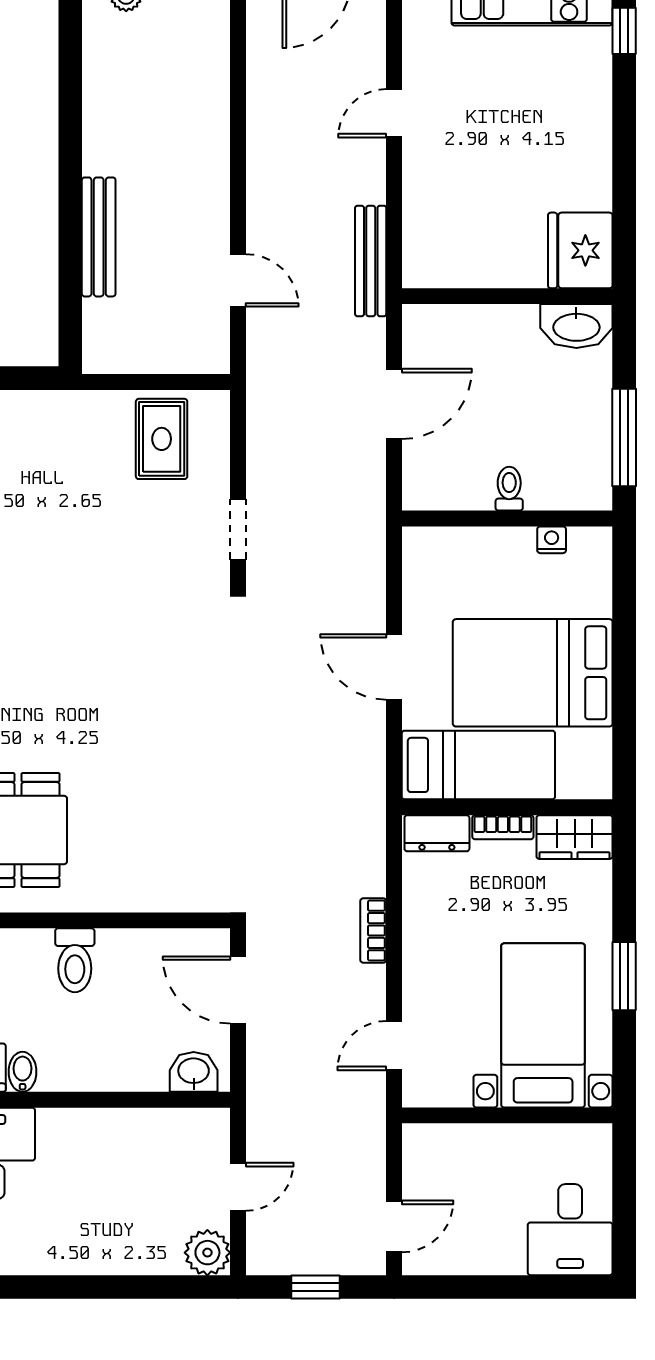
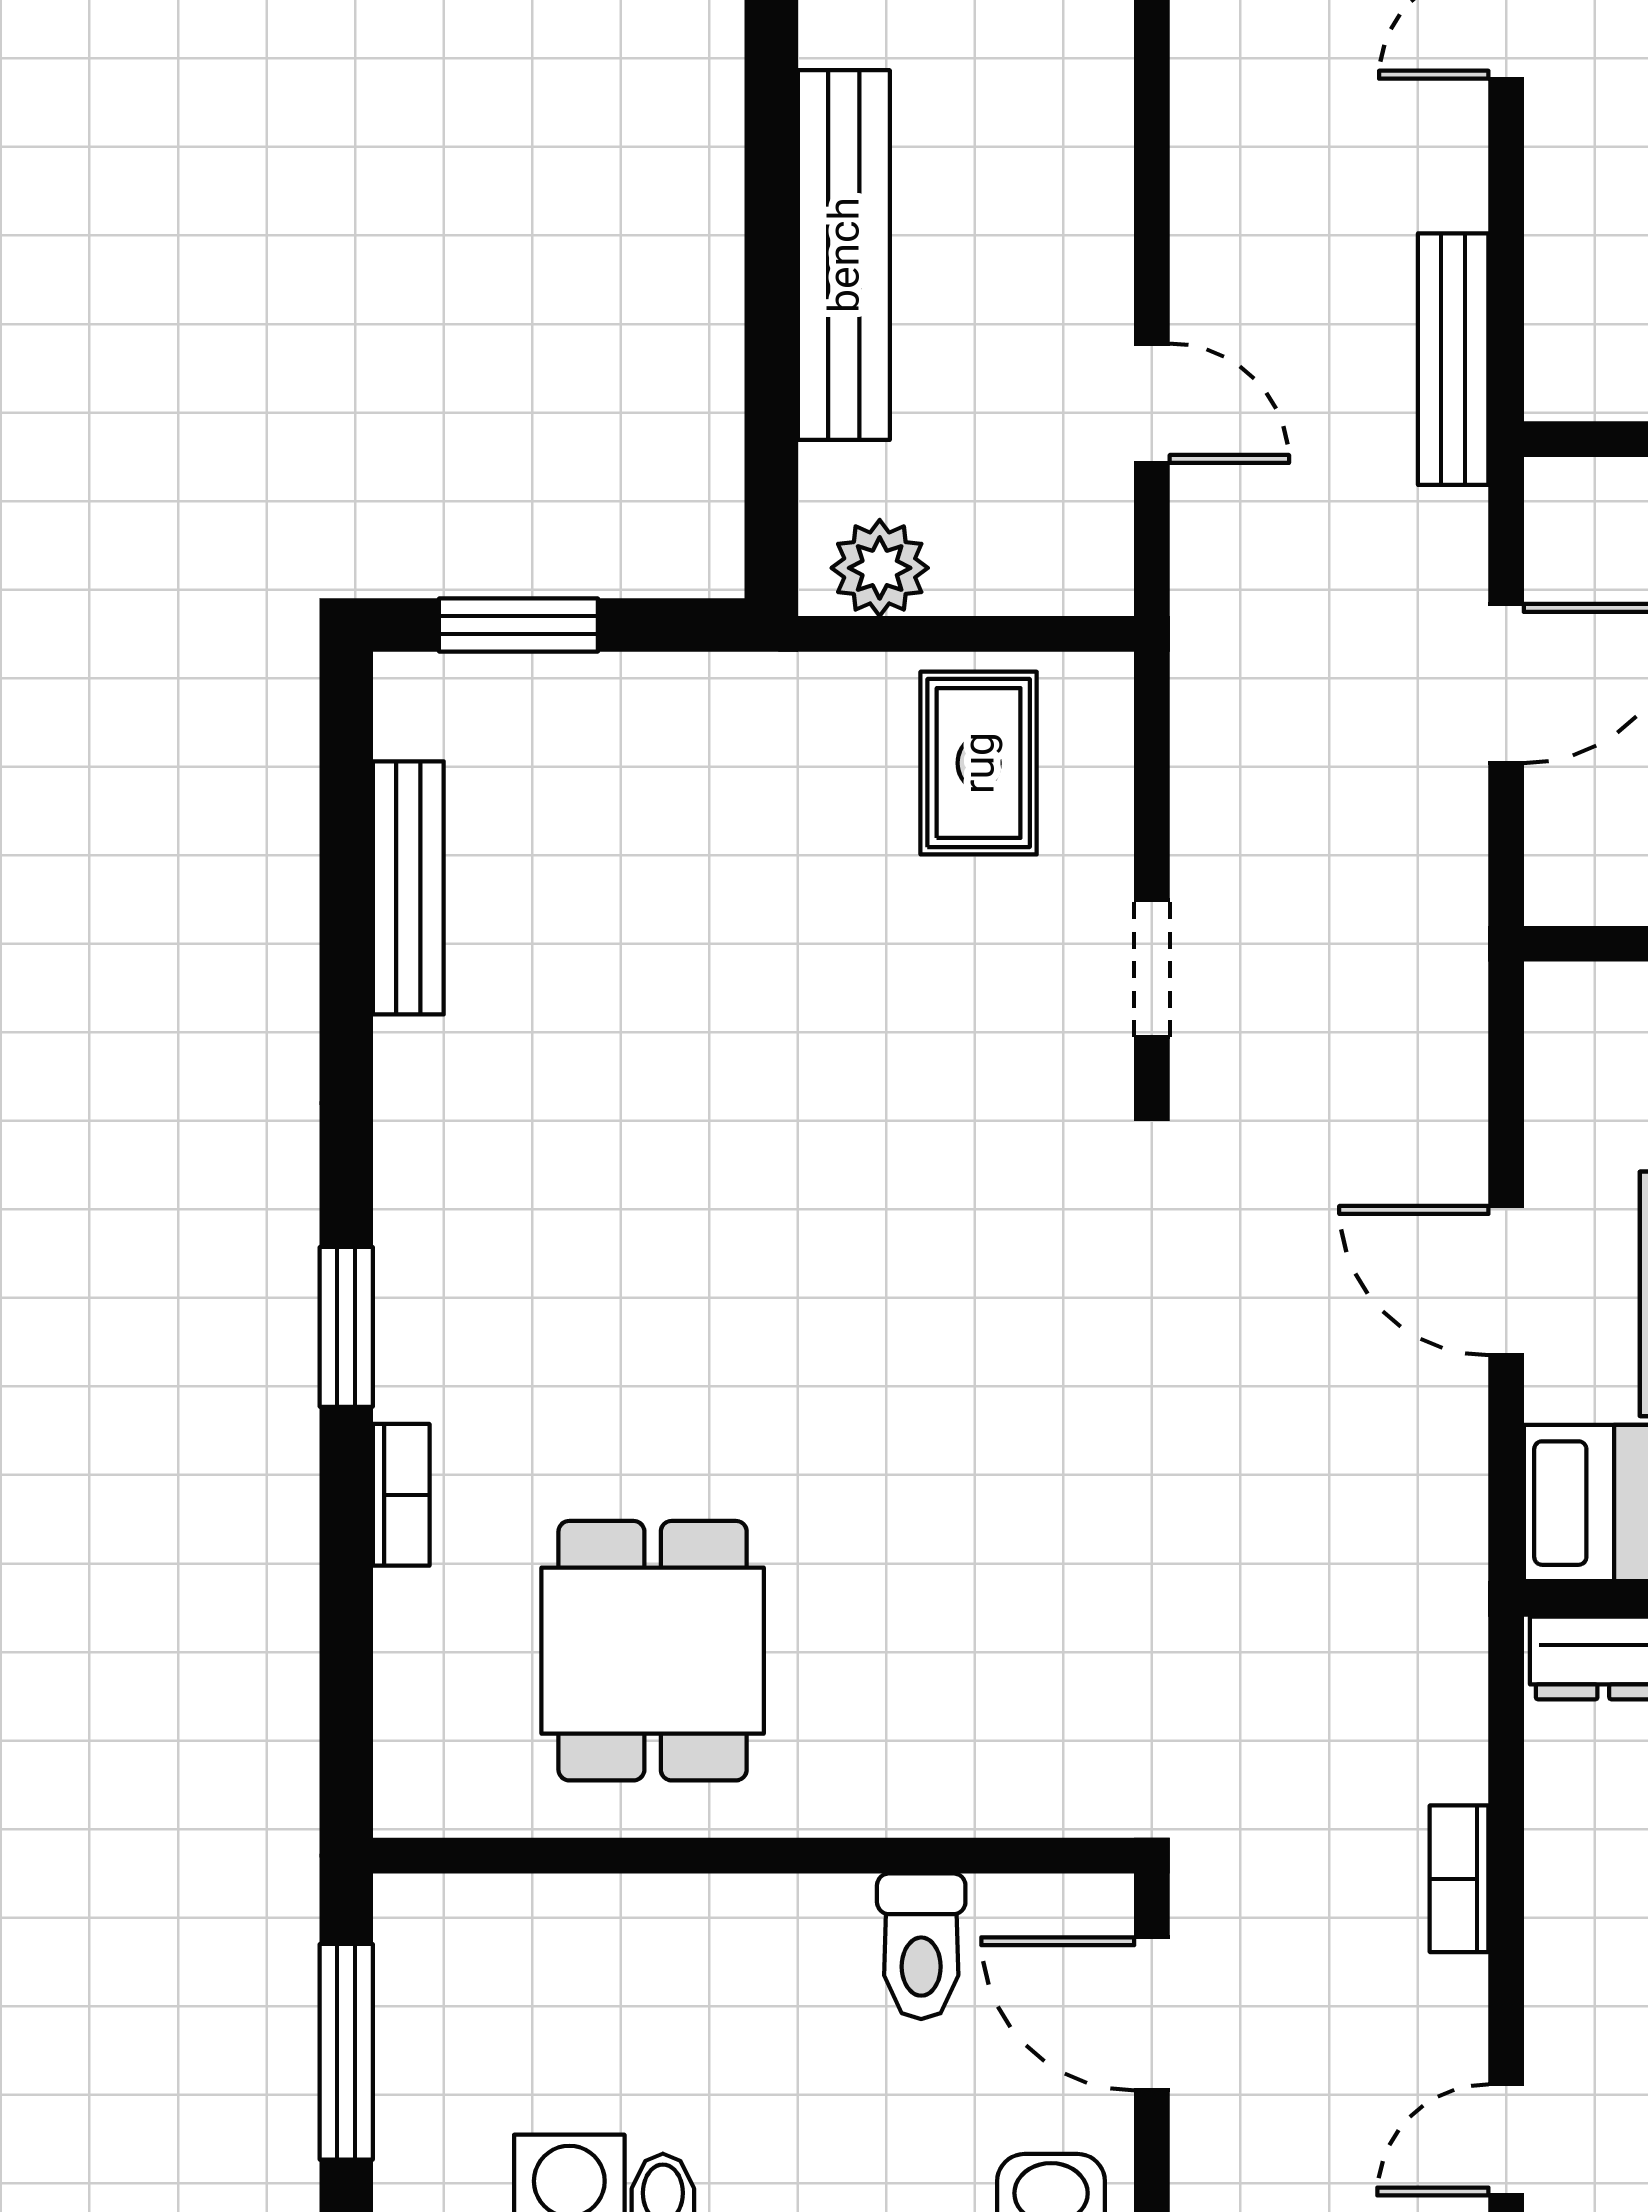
bench: (99, 237) -> (844, 255), width x1.37, depth x1.21
plant: (118, 353) -> (880, 568), added
toilet: (75, 960) -> (921, 1946), moved

